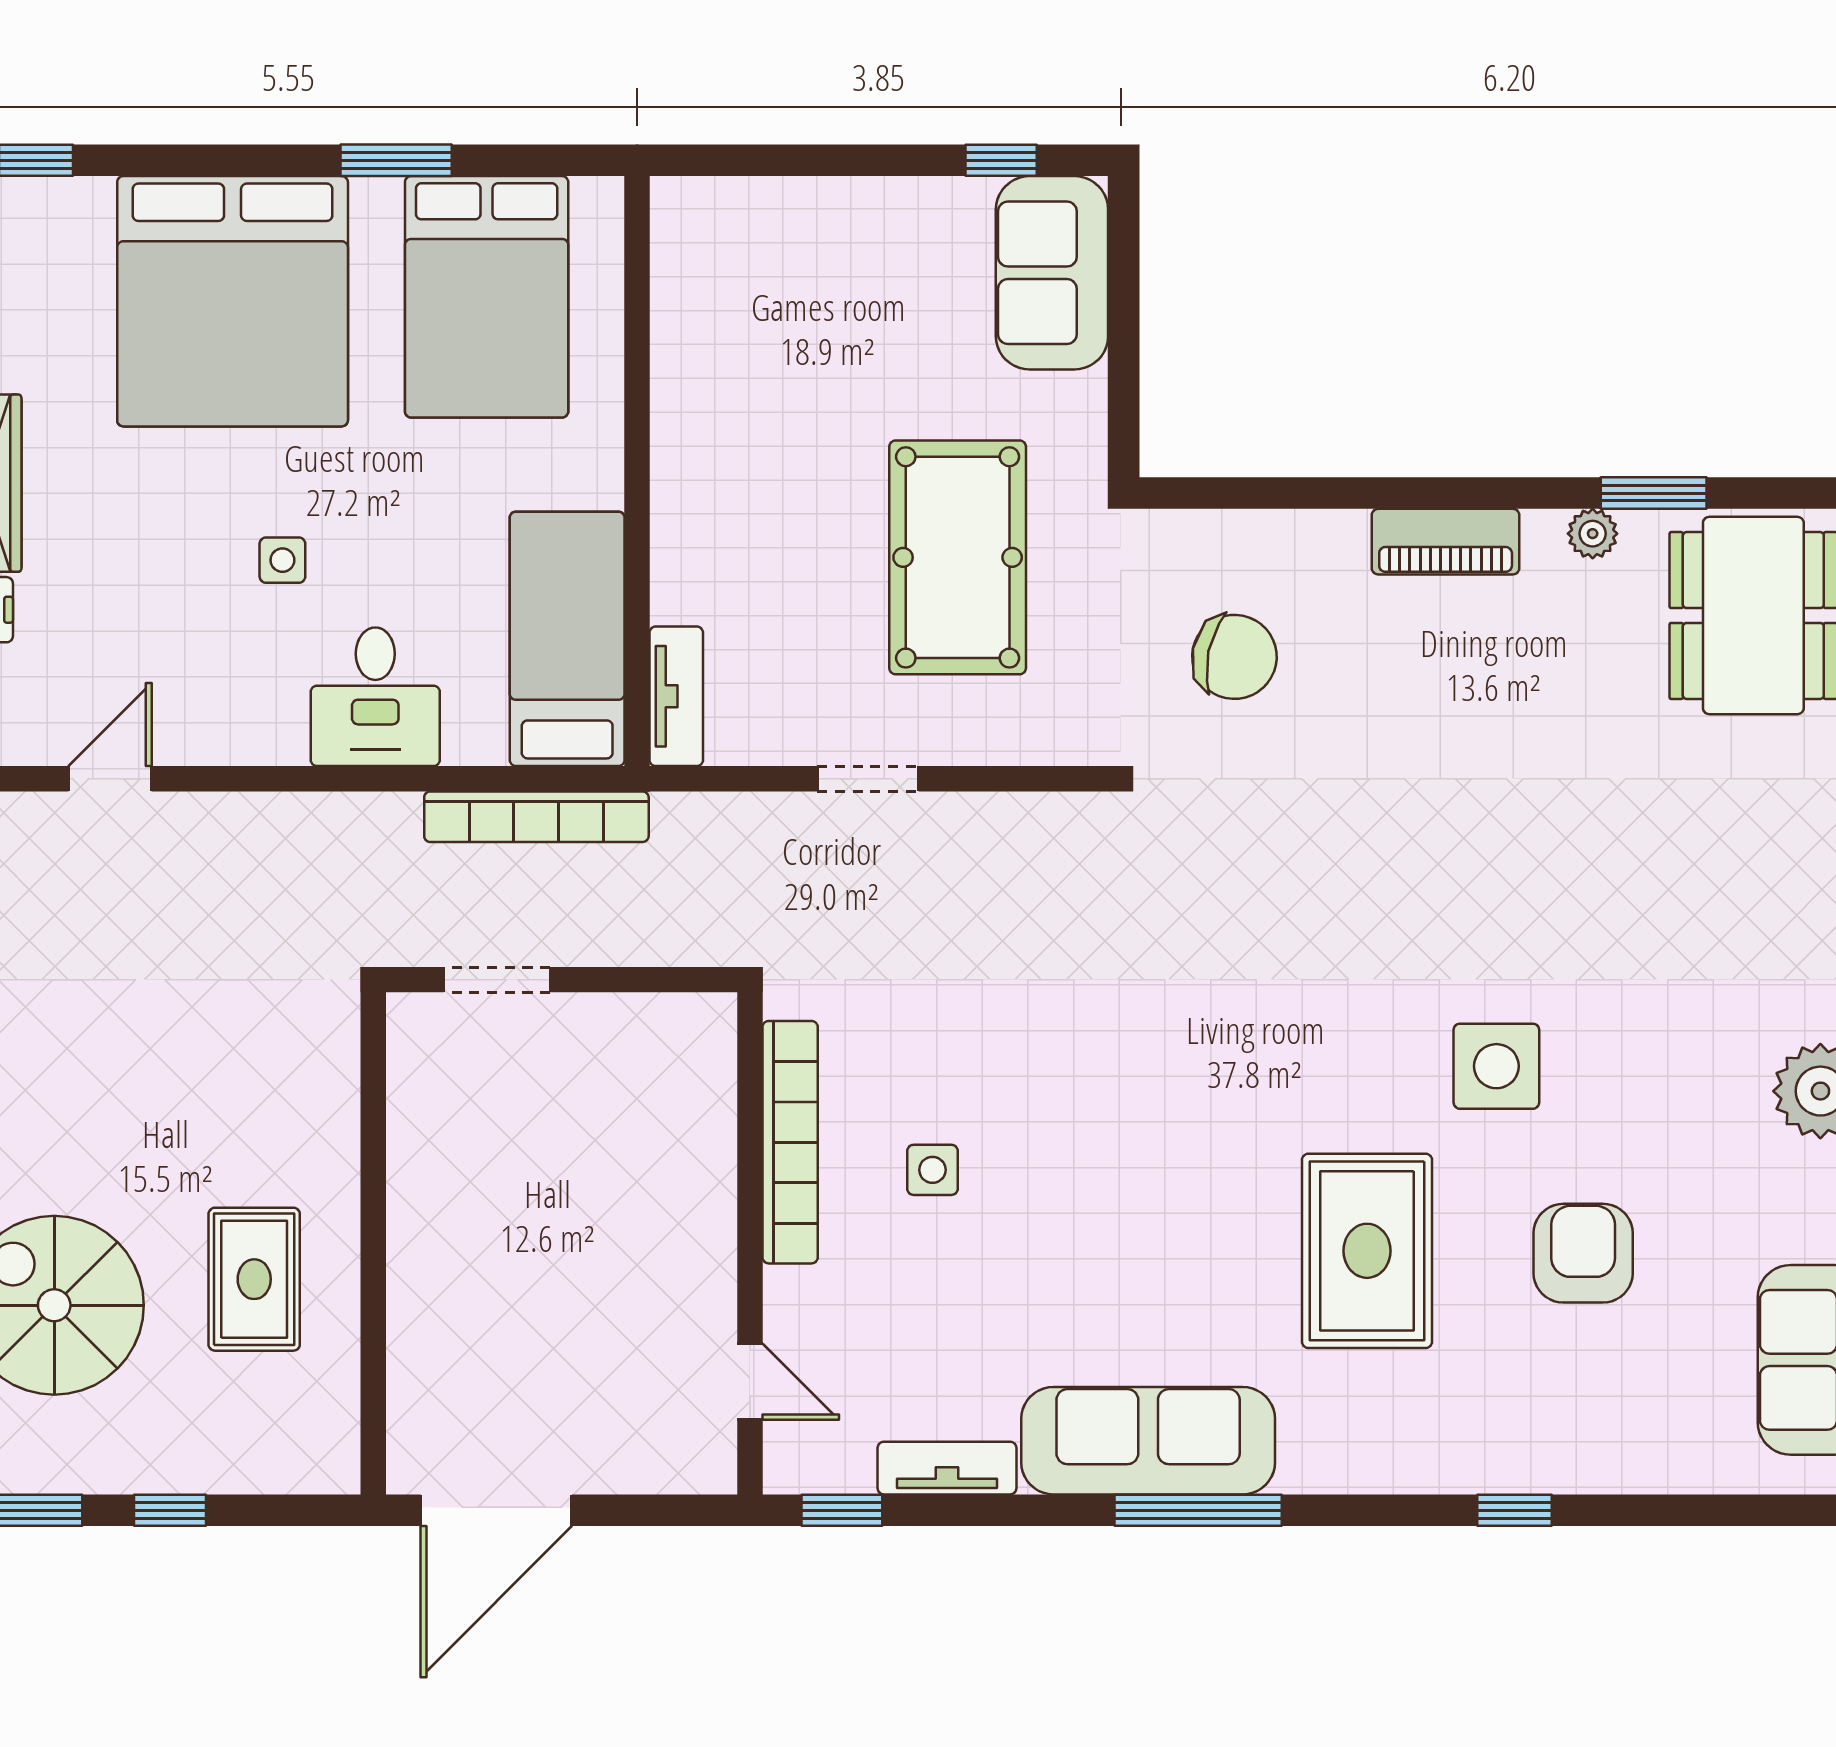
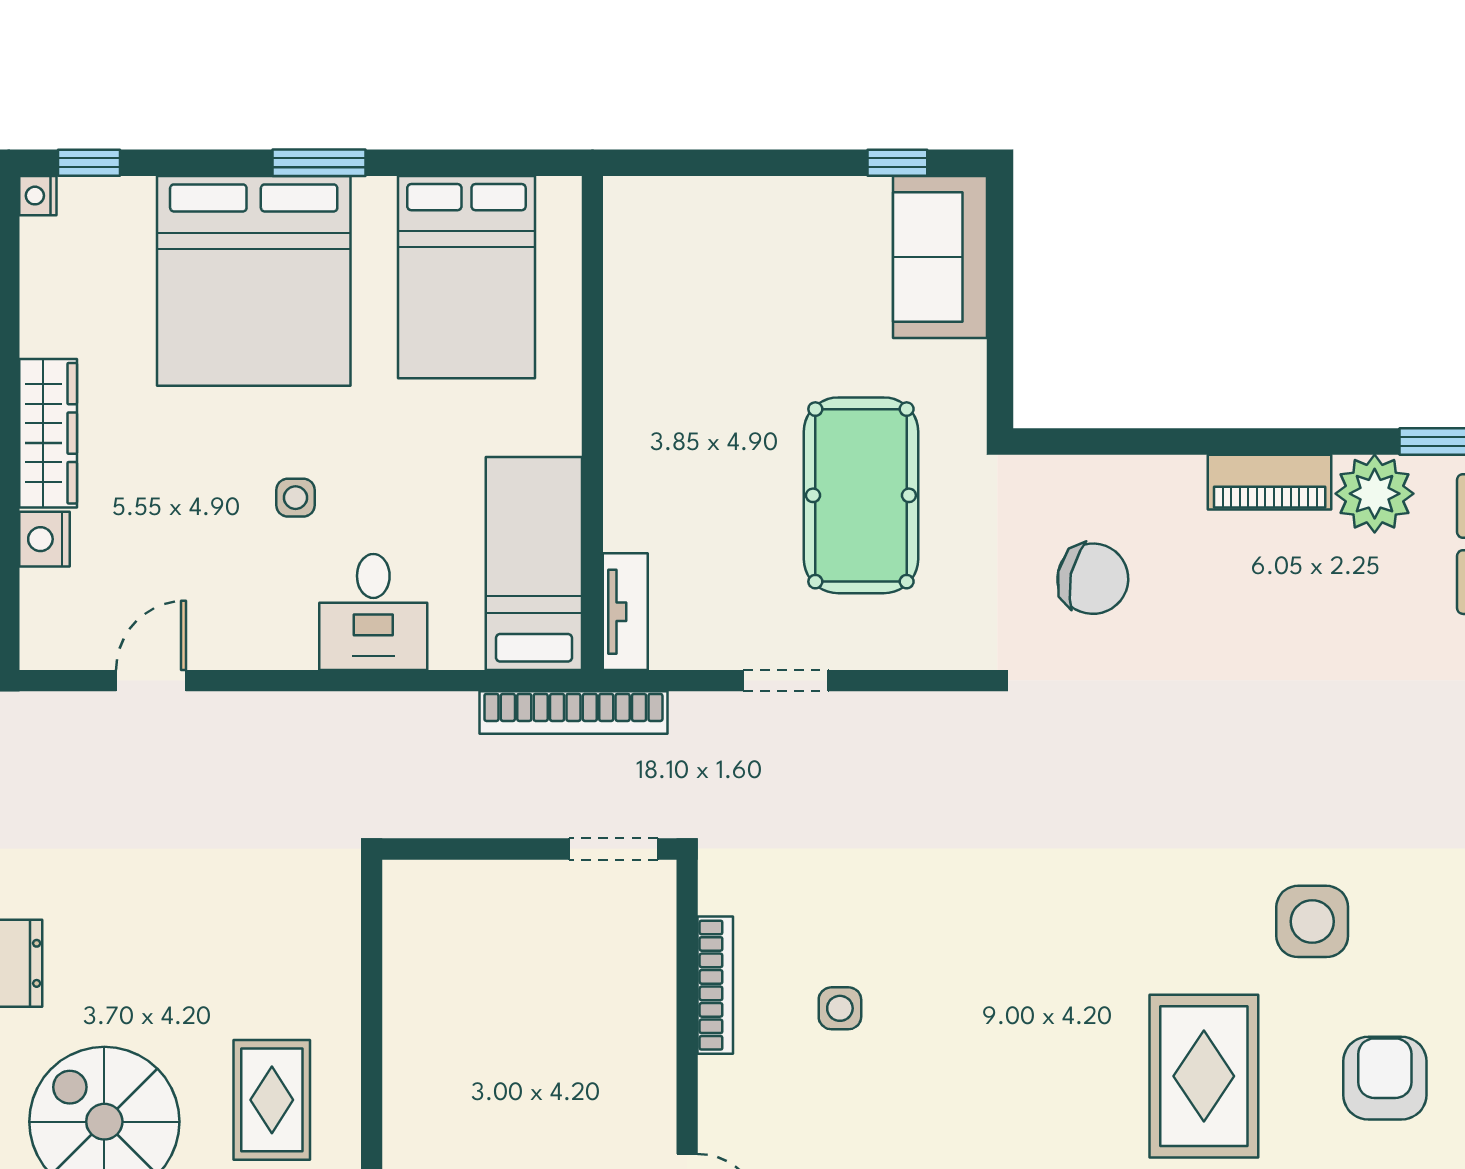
window: (396, 160) -> (319, 163), moved
plant: (1593, 534) -> (1375, 494), width x1.88, depth x1.88
bookcase: (536, 817) -> (573, 713), moved
doorway: (497, 980) -> (614, 849), moved
bookcase: (790, 1142) -> (715, 985), width x0.68, depth x0.76

